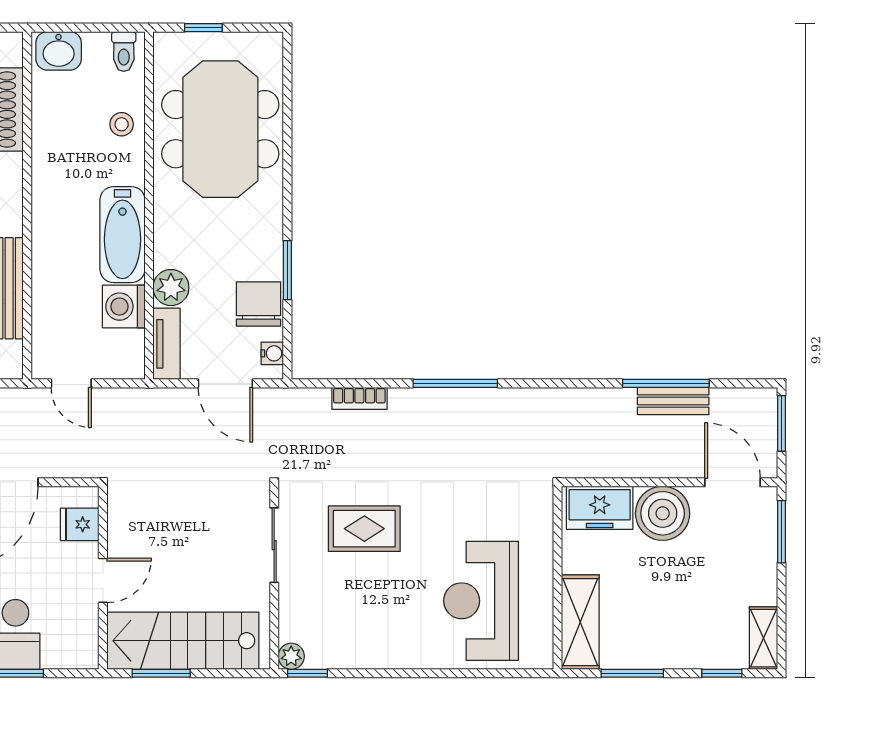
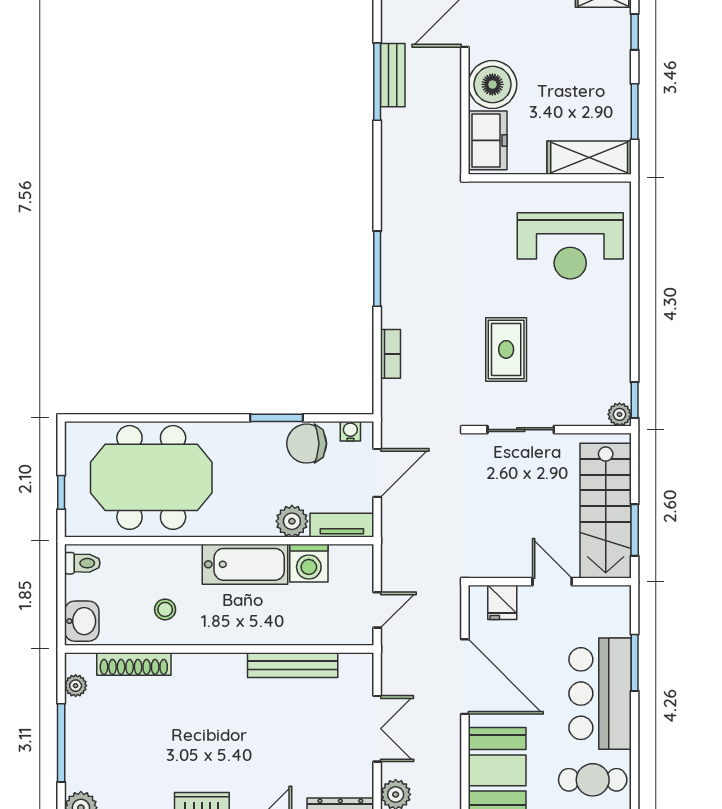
stool: (122, 124) -> (165, 609), moved

